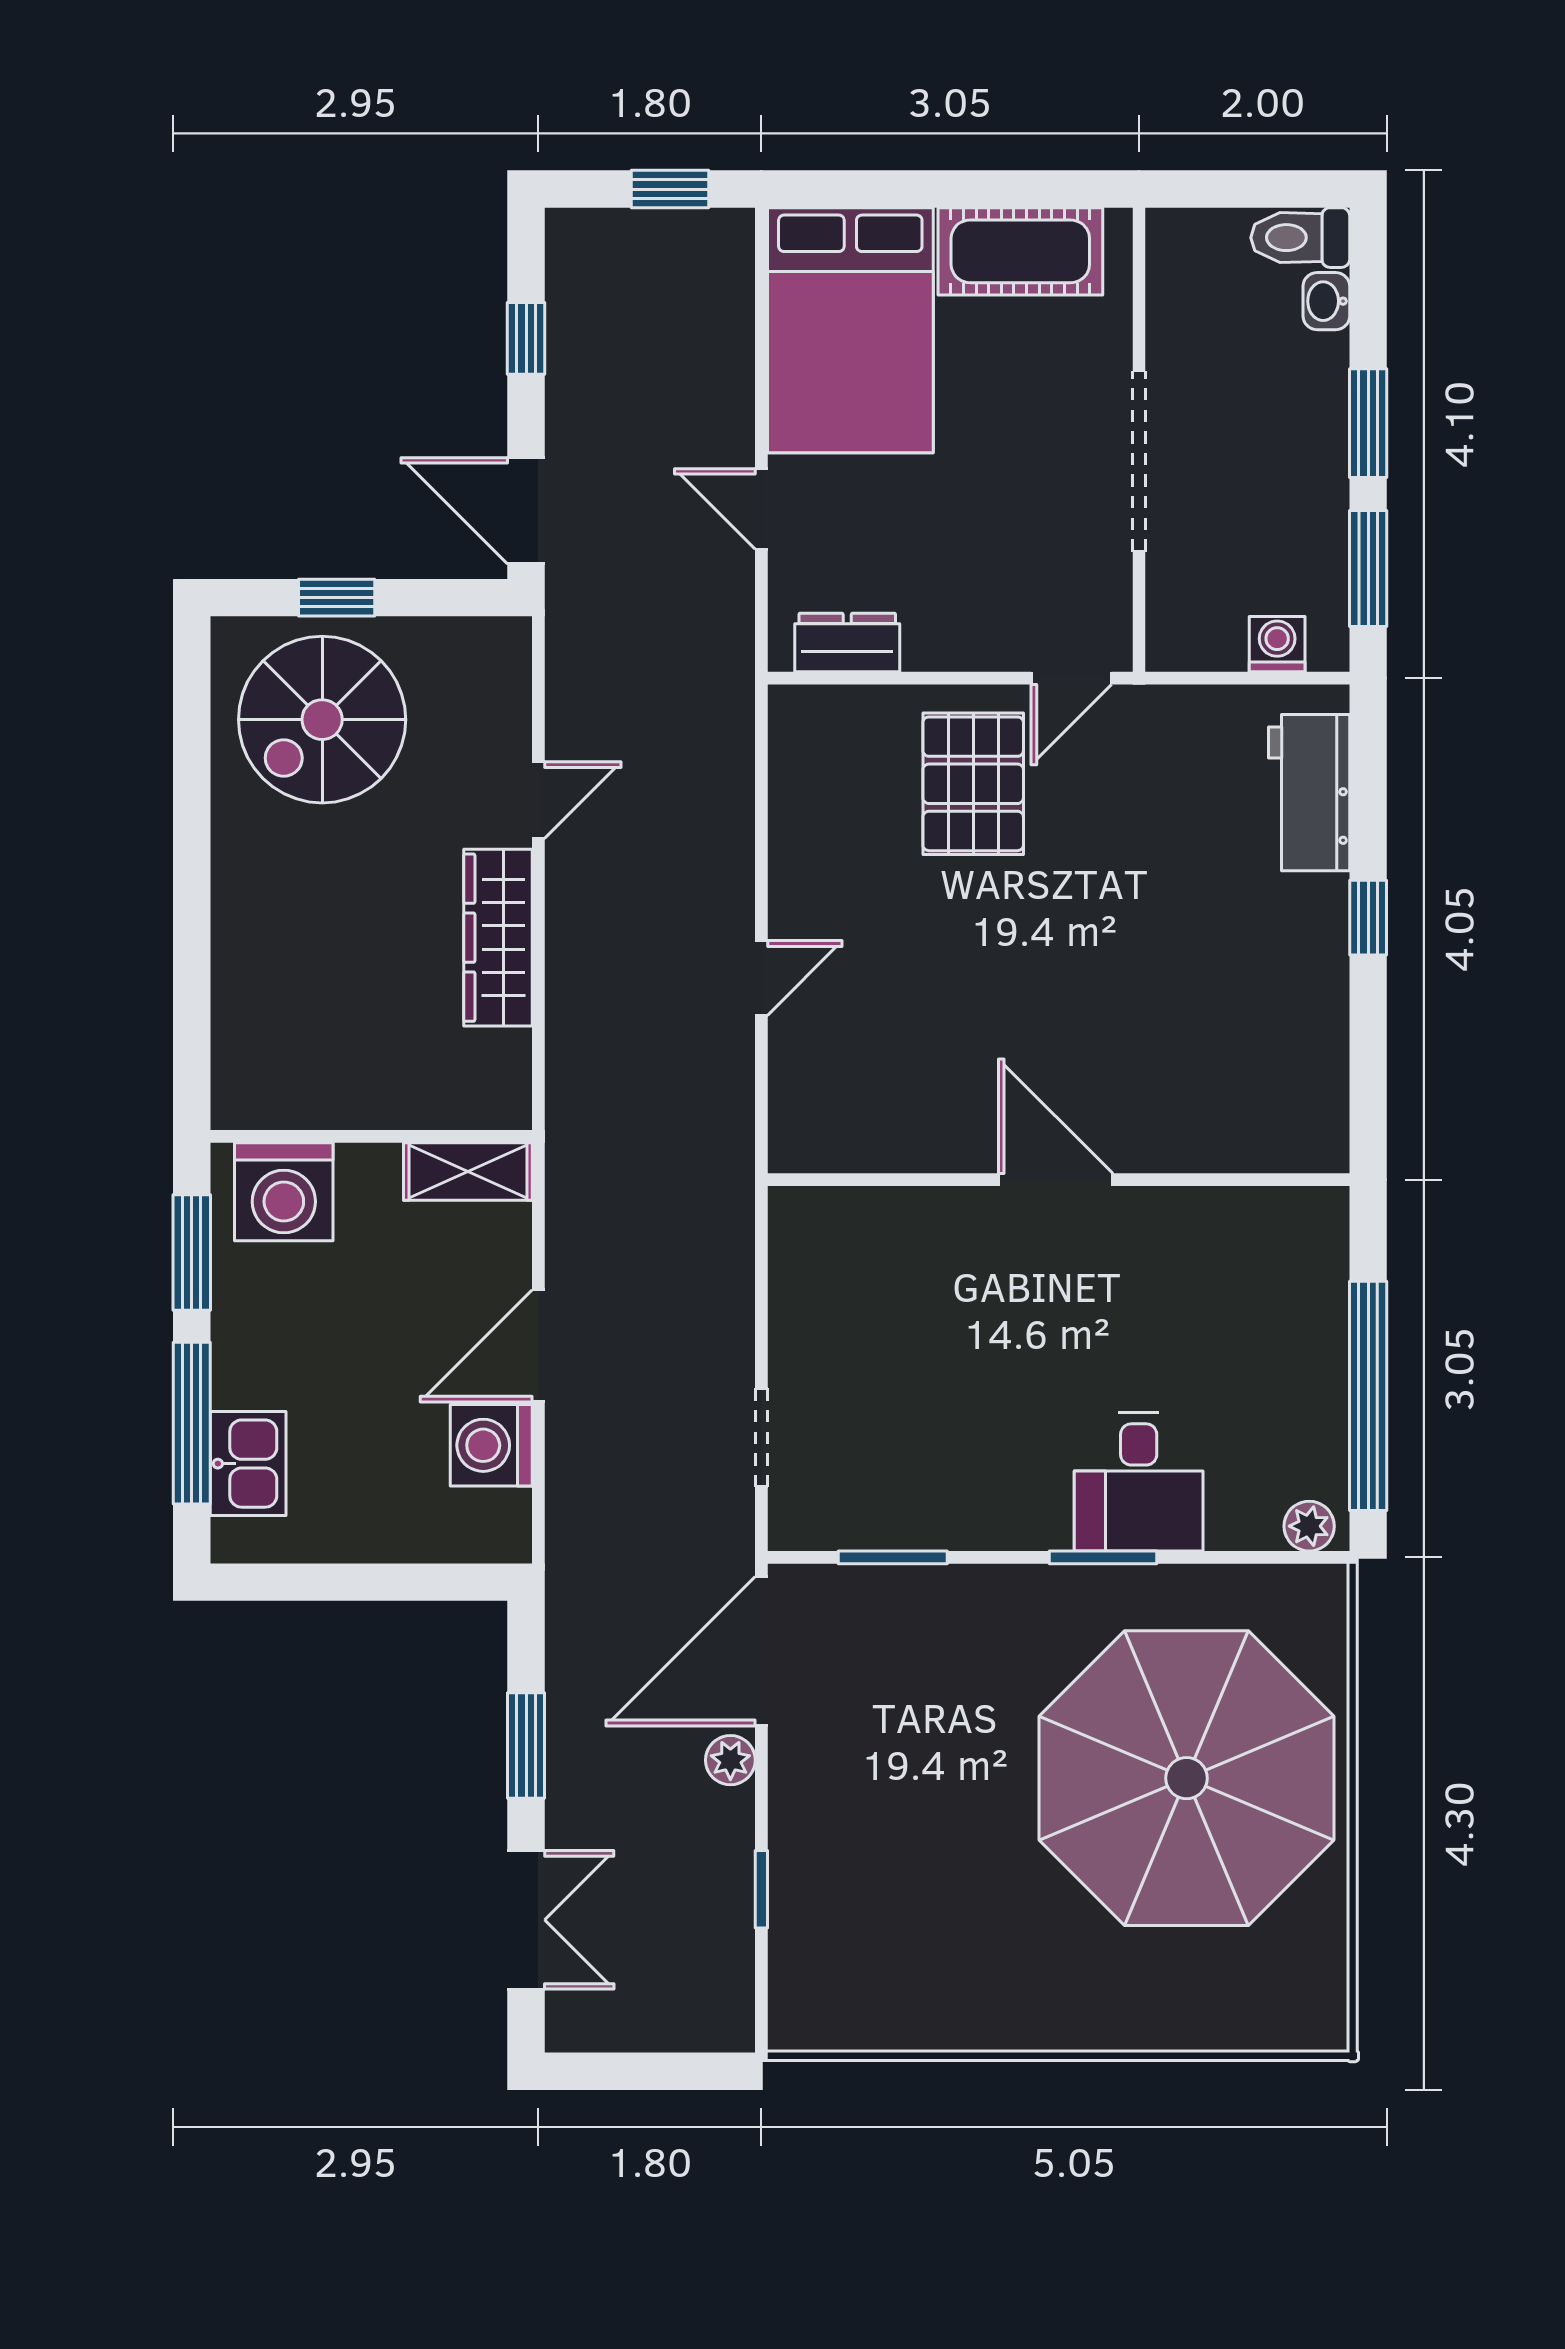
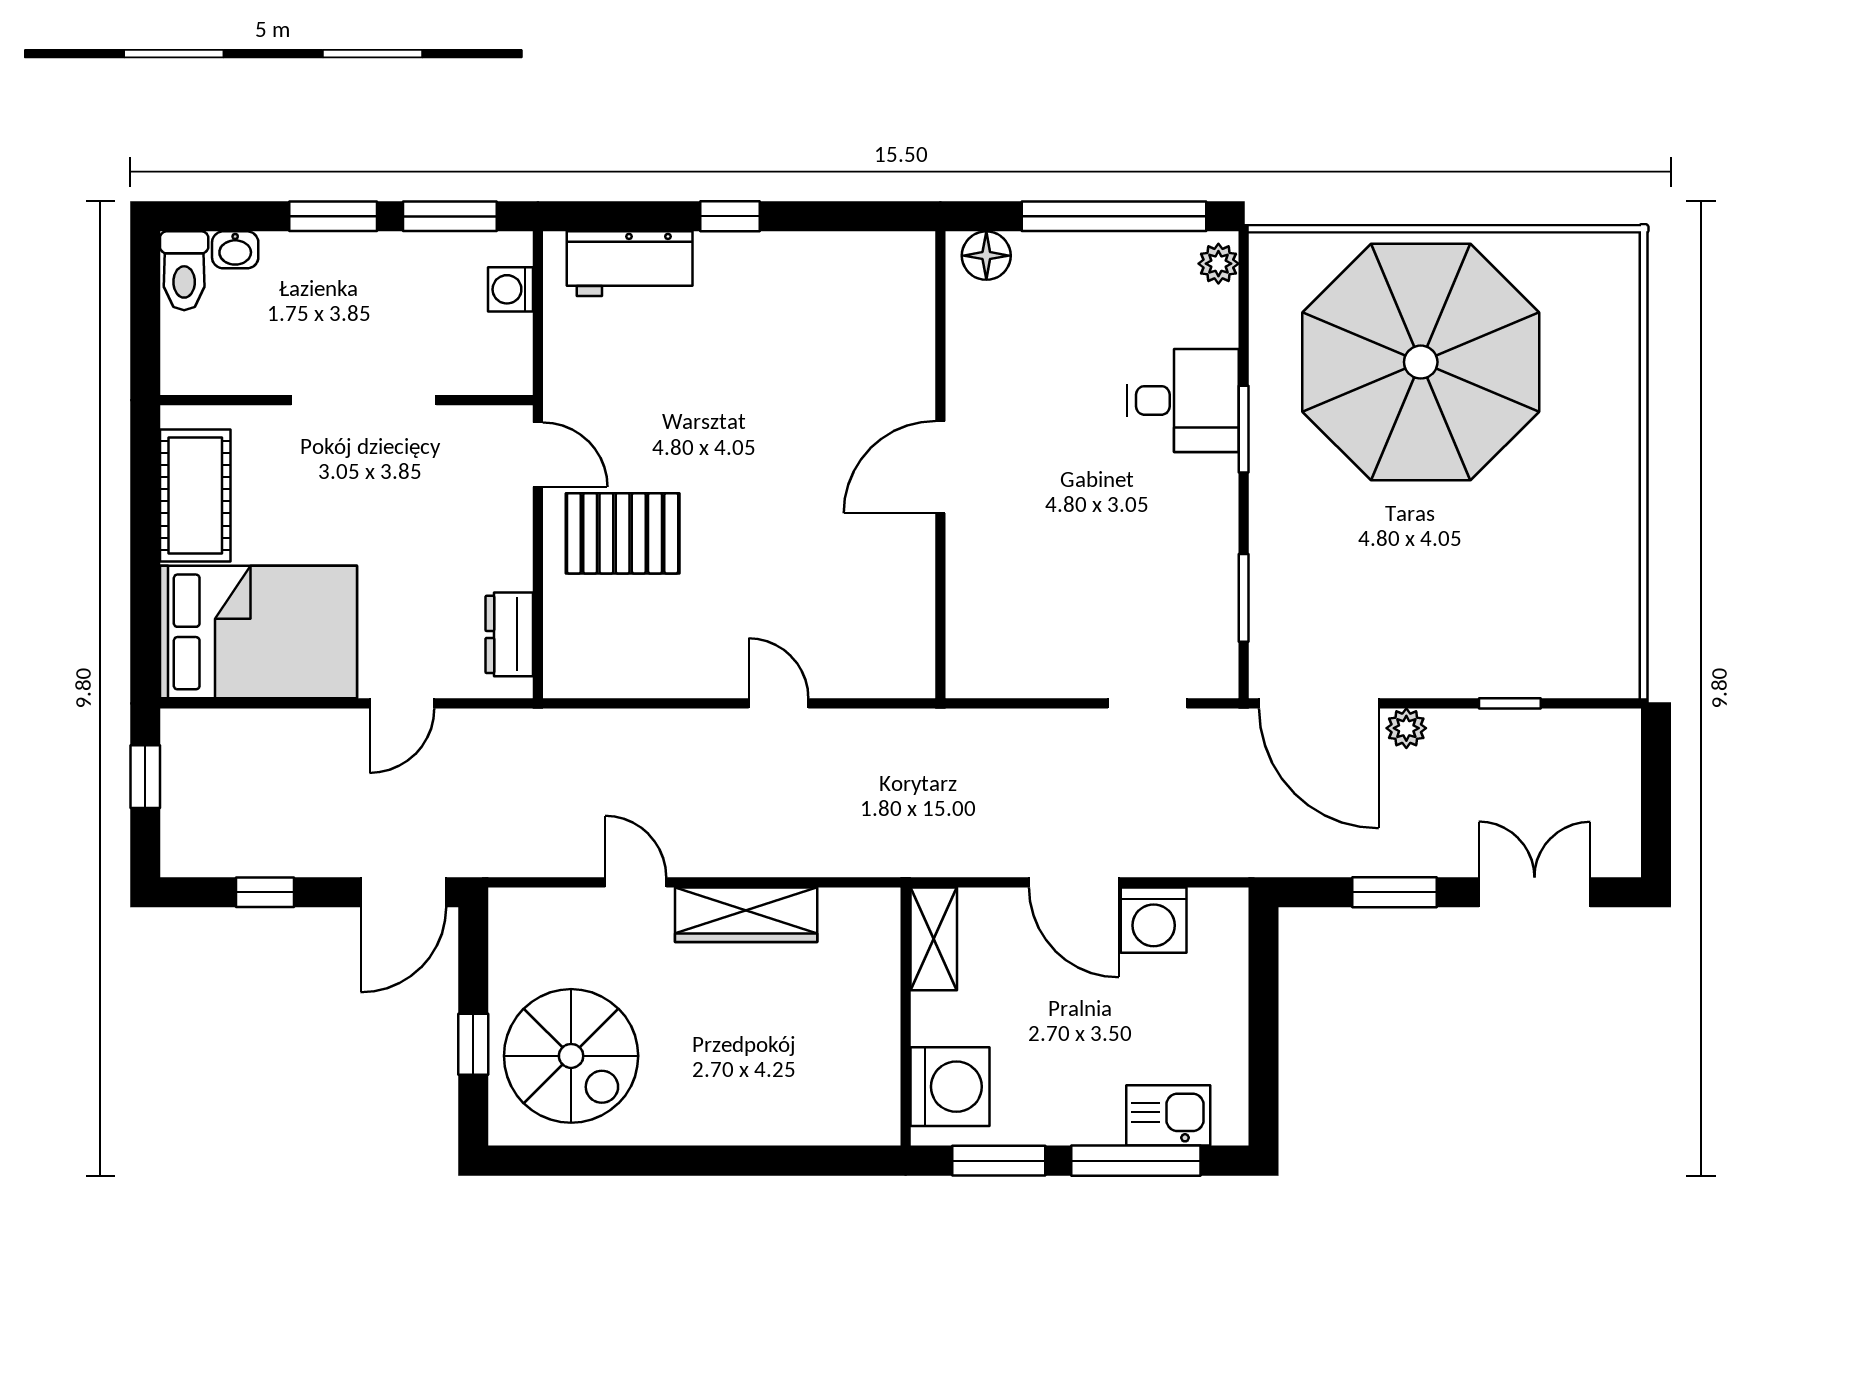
floor lamp: (1319, 1237) -> (986, 256), added

